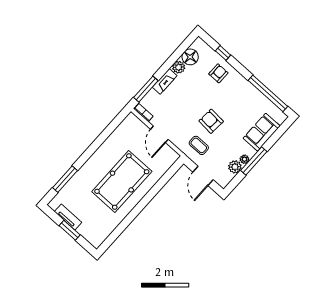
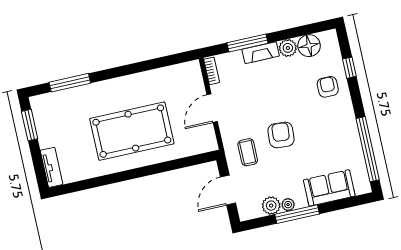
armchair: (218, 73) -> (328, 87), turned -90
window: (146, 89) -> (247, 43), moved
tv unit: (68, 217) -> (52, 167), moved
window: (70, 230) -> (30, 125), moved

